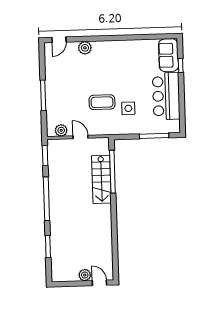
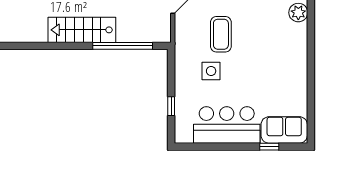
window: (154, 136) -> (171, 106), width x0.46
stairs: (101, 179) -> (82, 30), moved

